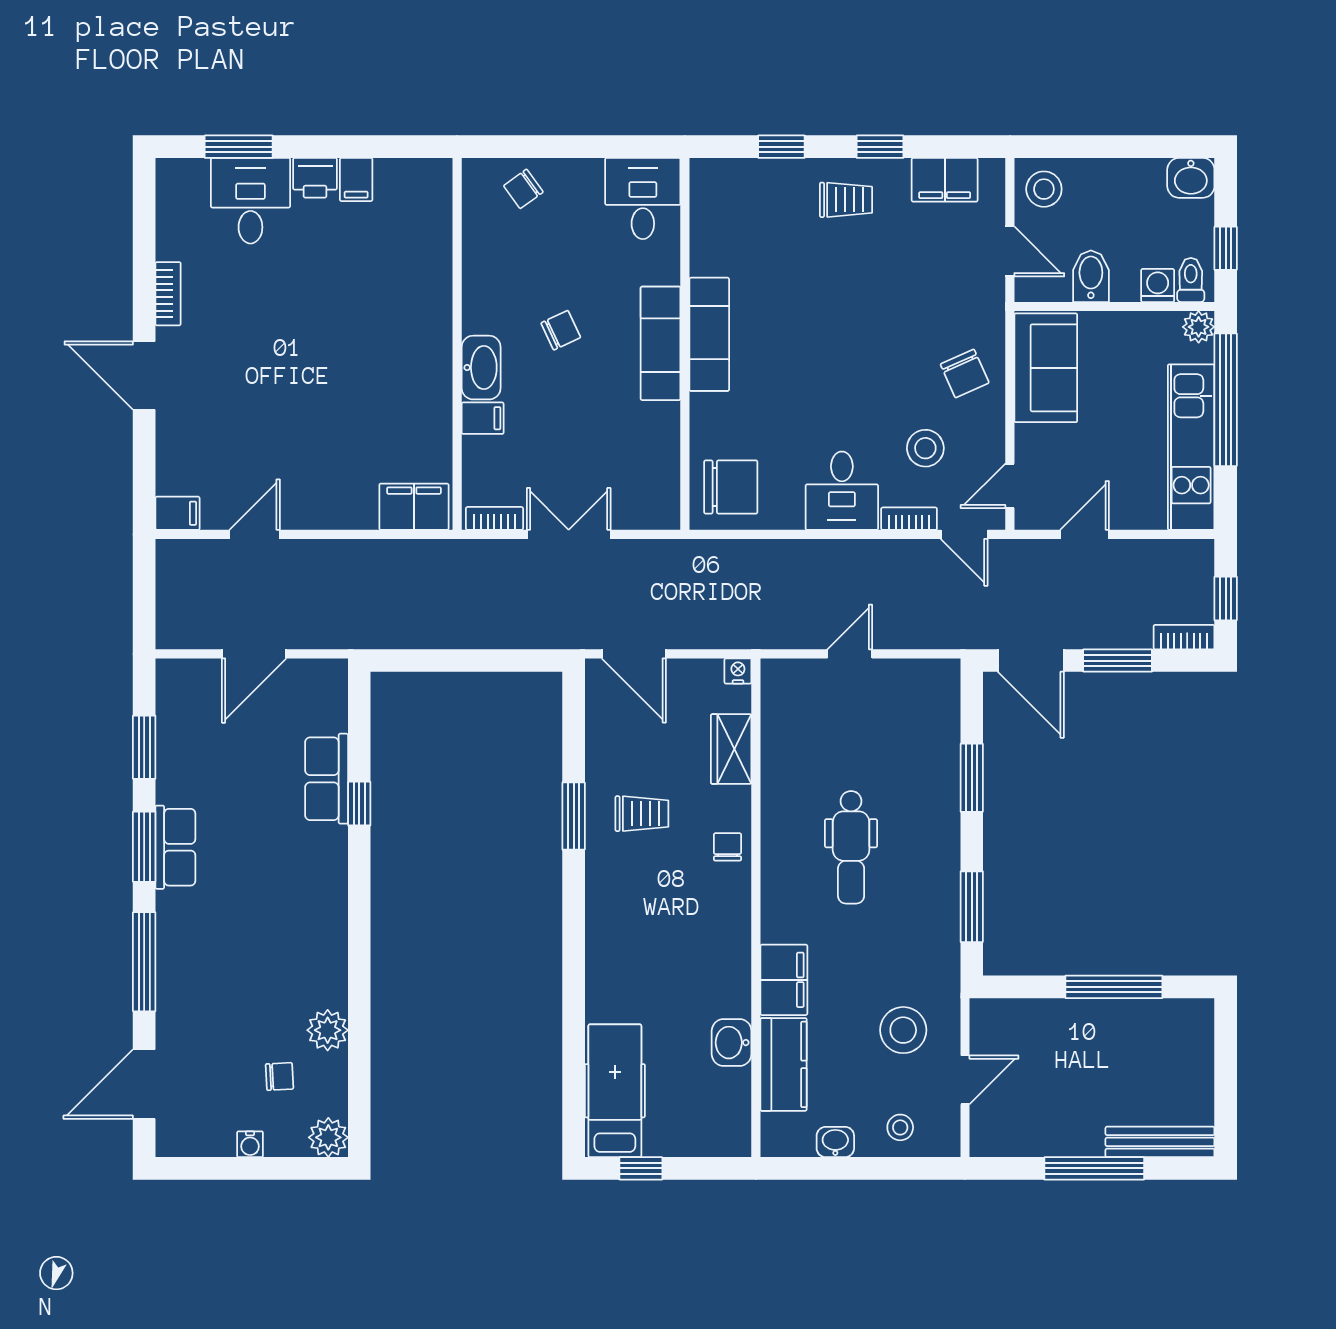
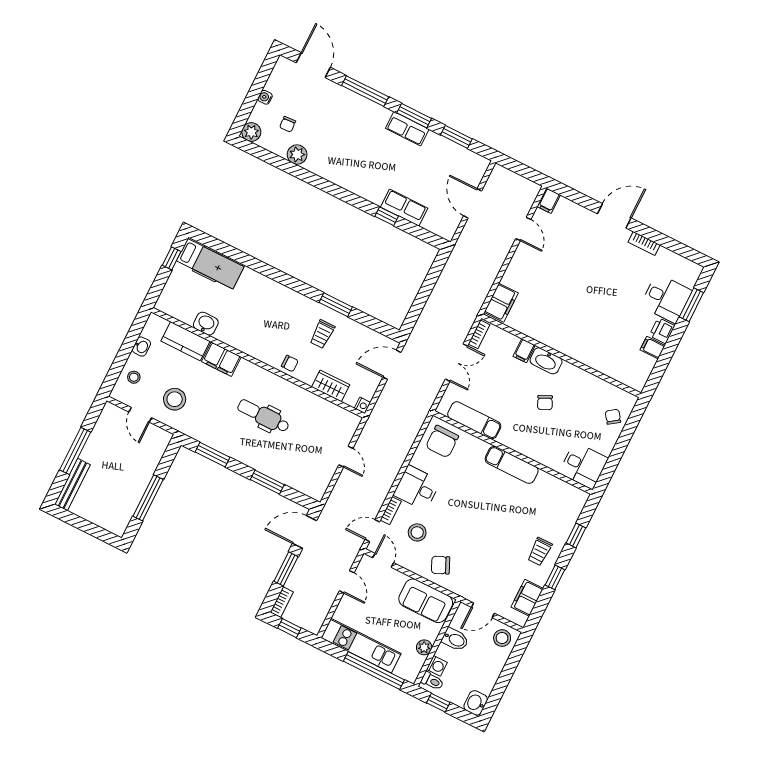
plant: (1199, 327) -> (424, 647), moved
exam couch: (661, 343) -> (474, 420), moved

